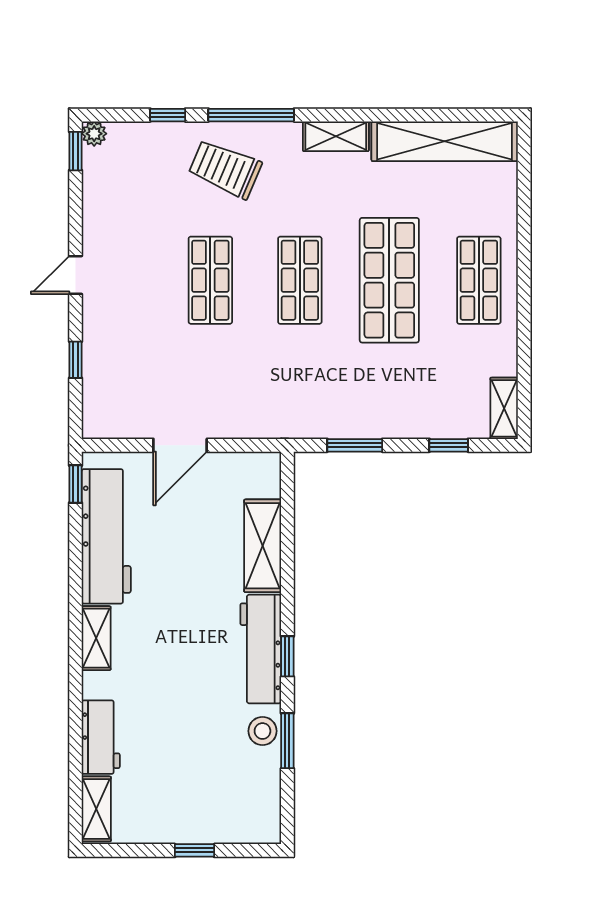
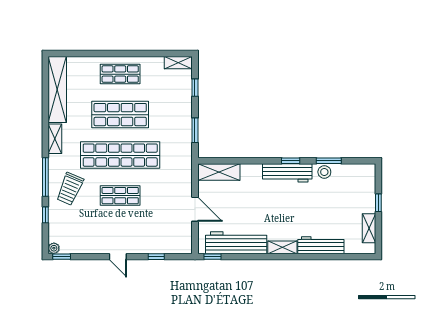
shop shelf: (300, 280) -> (120, 155), width x2.00, depth x1.36
shelving: (263, 546) -> (219, 172), moved
workbench: (101, 737) -> (321, 245), width x1.37
shelving: (96, 809) -> (369, 228), moved, turned 90

